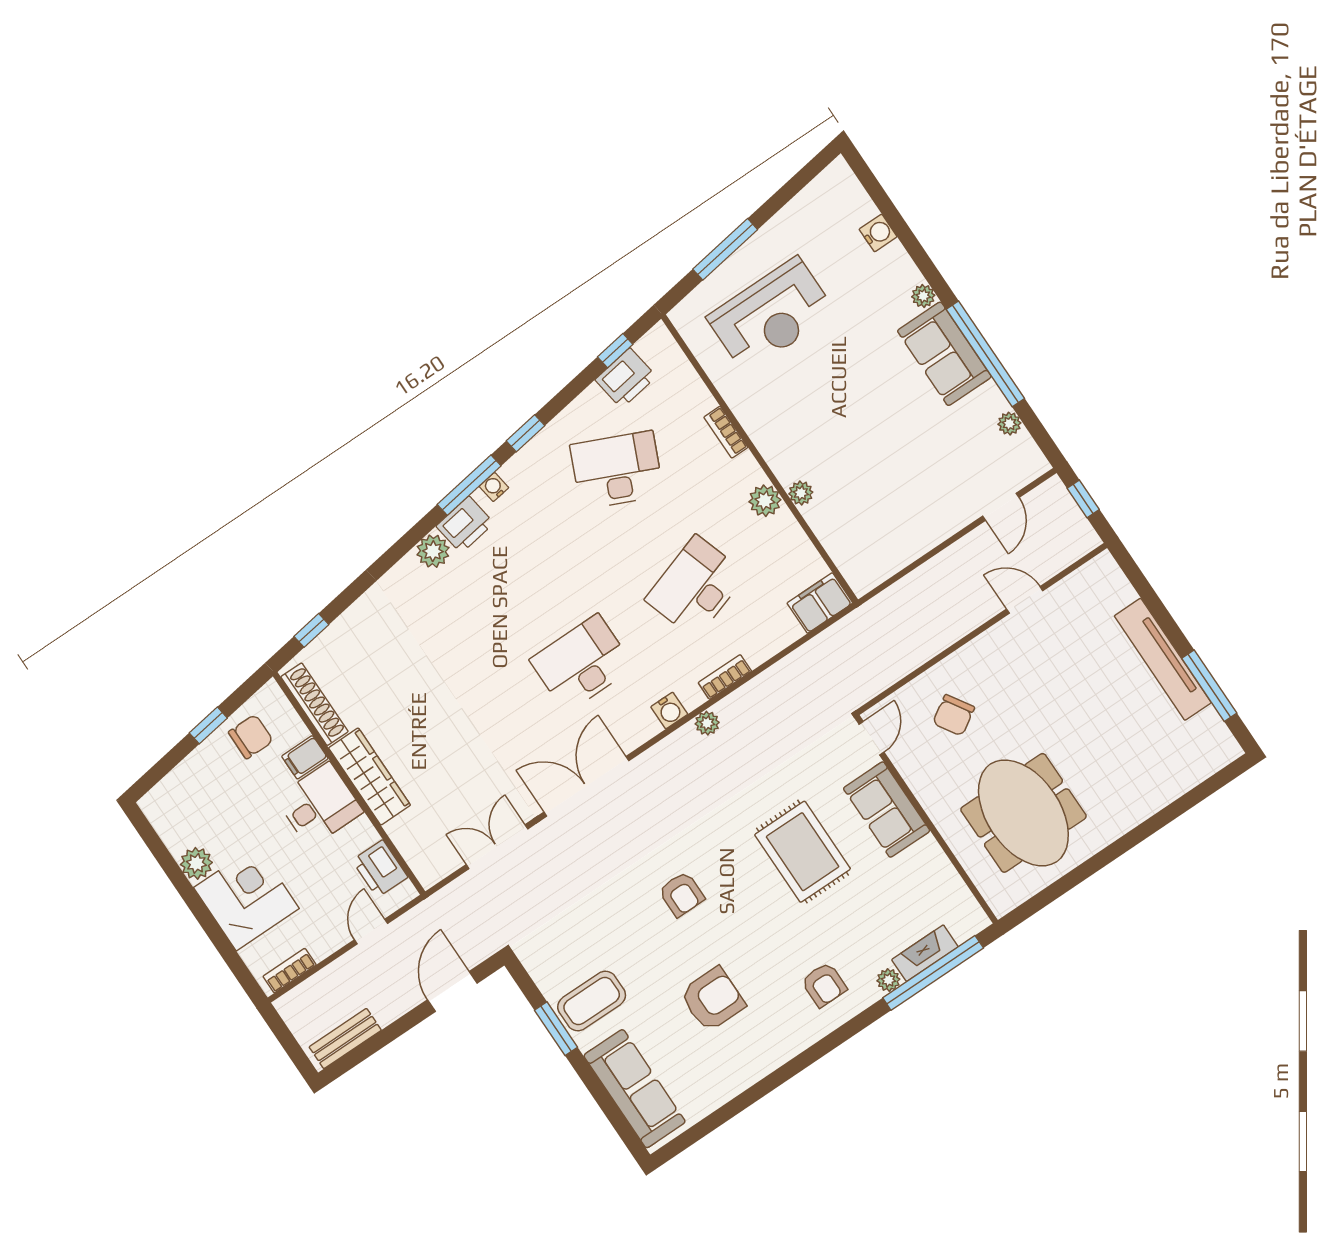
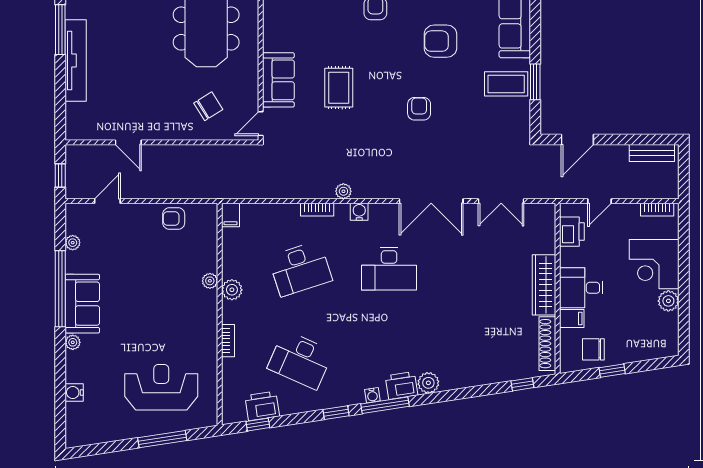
armchair: (901, 542) -> (174, 218), added
filing cabinet: (820, 603) -> (230, 215), width x0.50
rug: (803, 852) -> (339, 88), width x0.73, depth x0.70

